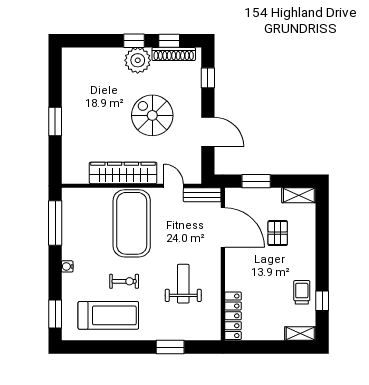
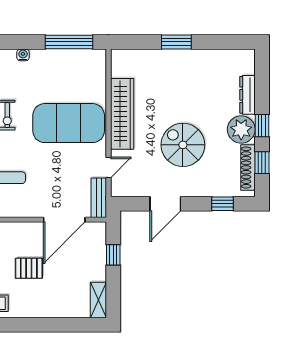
dresser: (105, 54) -> (247, 95), added
spiral stairs: (152, 115) -> (183, 145), turned -90
window: (256, 181) -> (113, 255), width x0.67
pallet: (278, 233) -> (29, 268), moved

